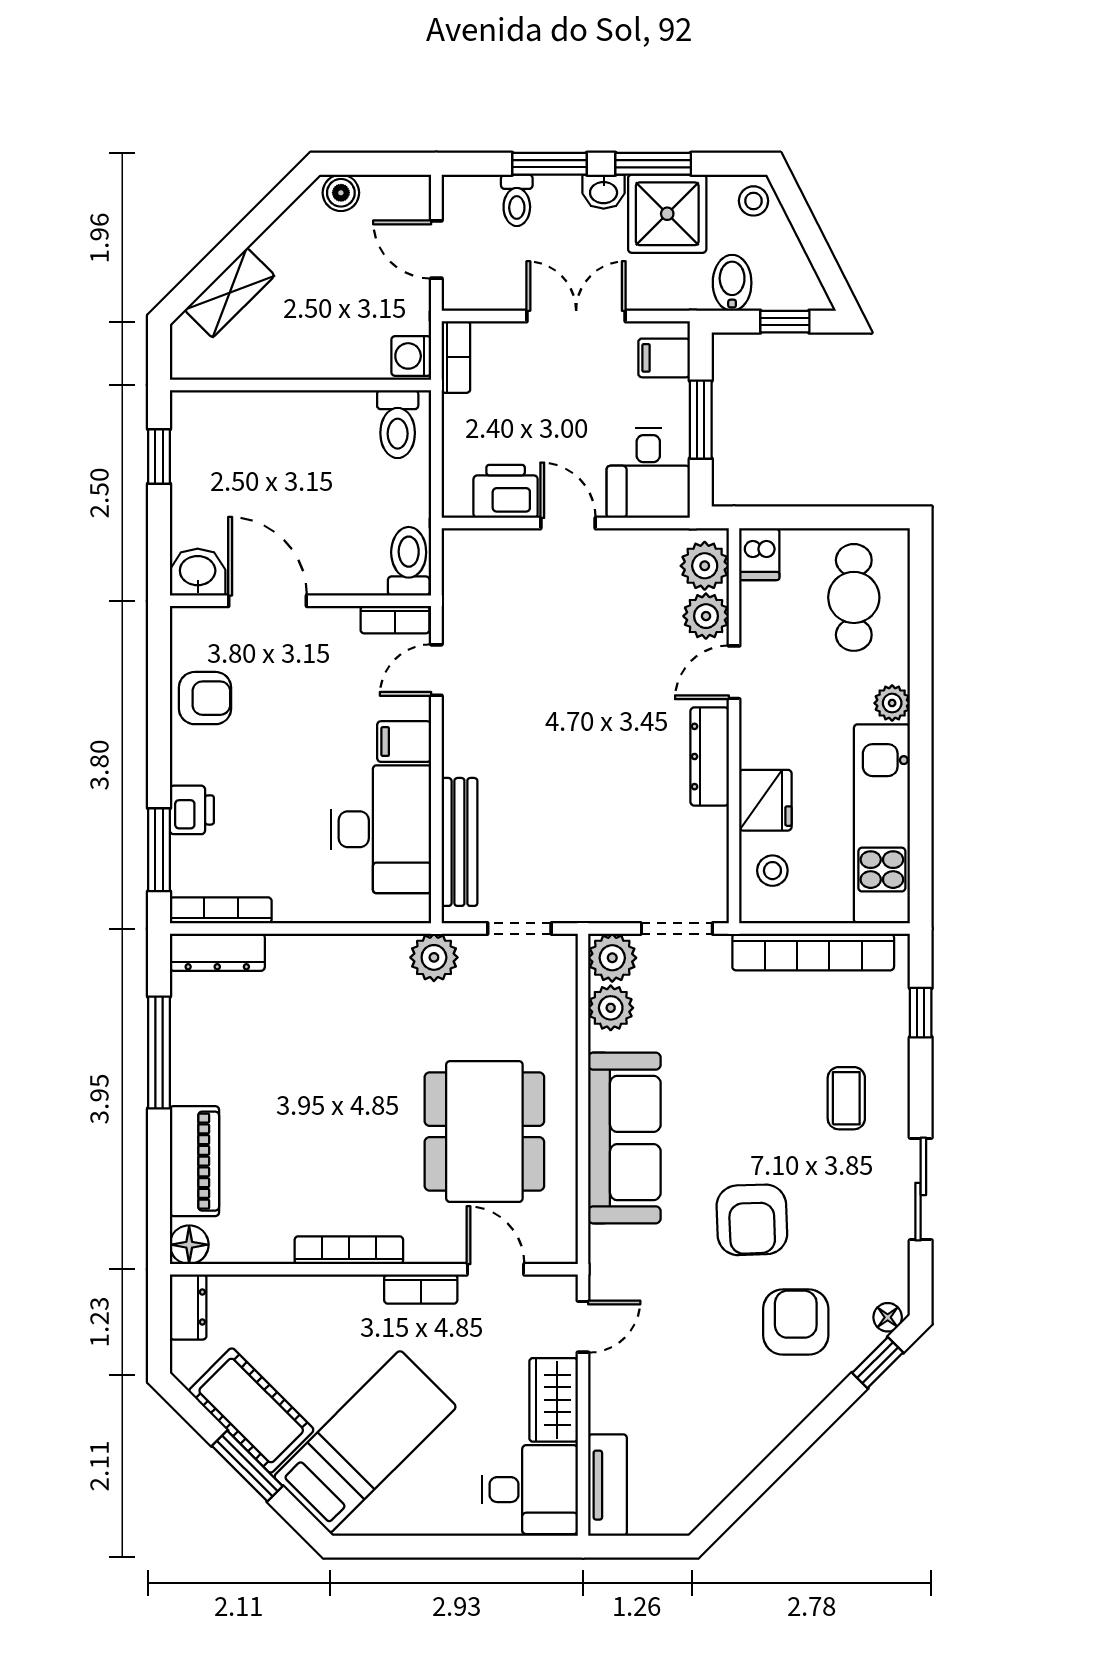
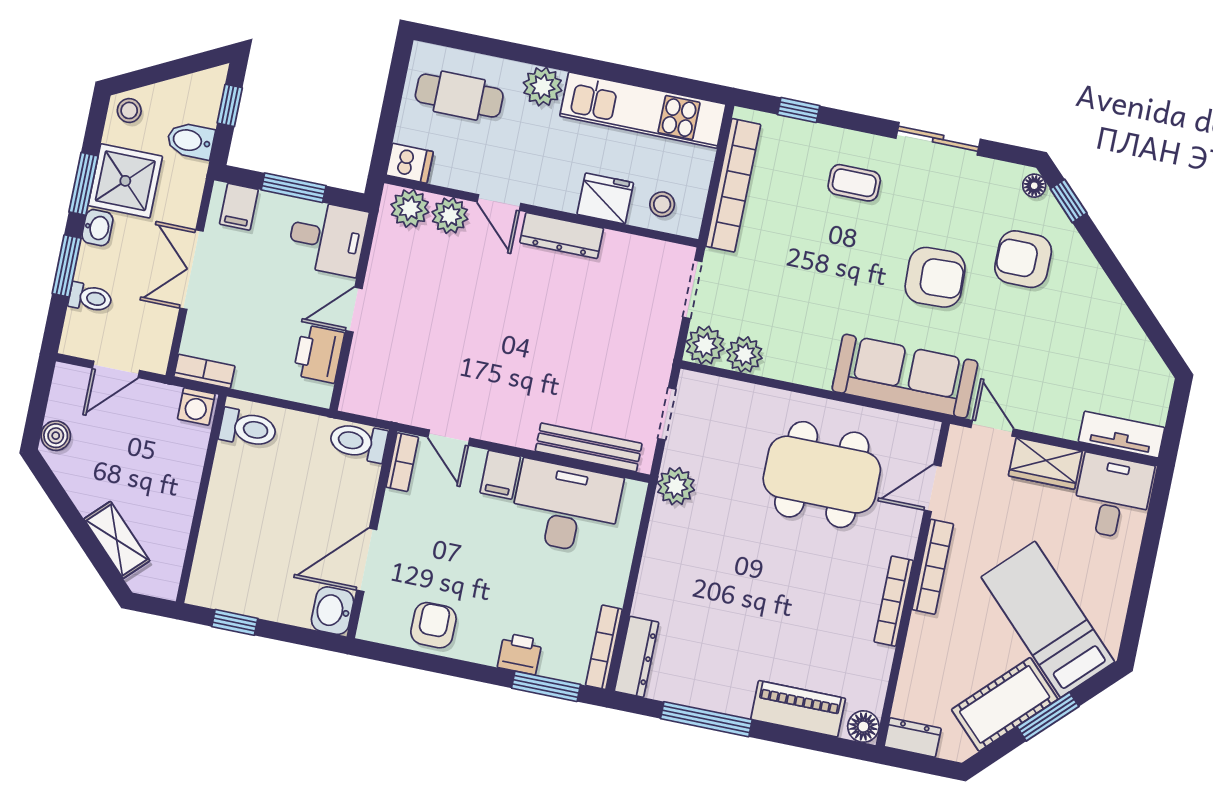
plant: (892, 703) -> (543, 87), width x1.38, depth x1.38
sofa: (624, 1138) -> (905, 376), moved
bookcase: (421, 1289) -> (933, 567), width x1.56

